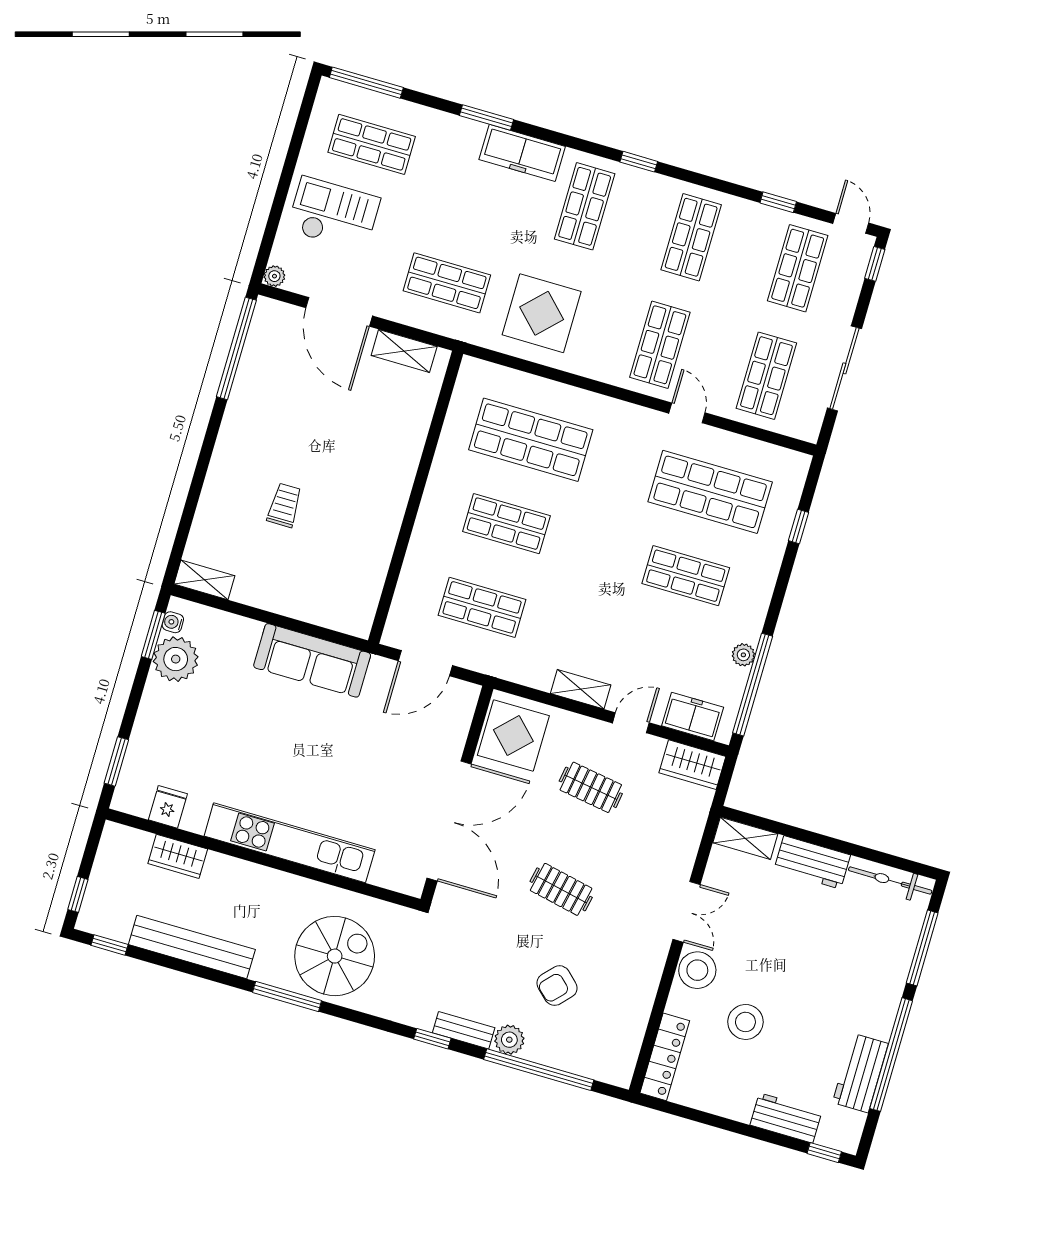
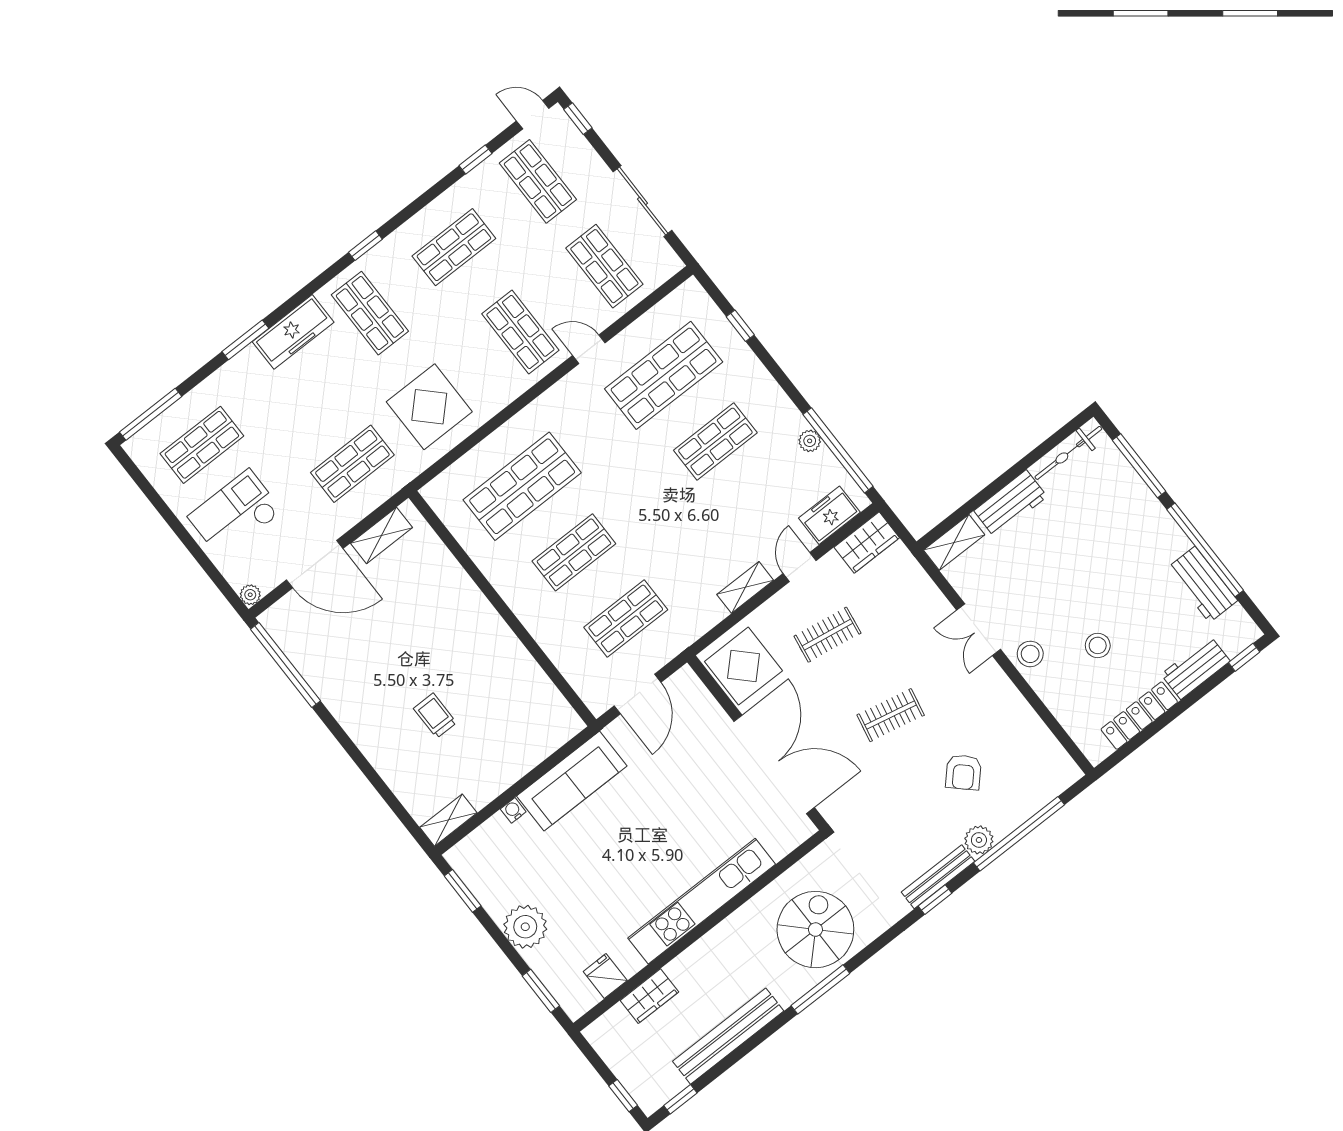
shop shelf: (691, 237) -> (454, 247), turned 90
water cooler: (173, 622) -> (513, 810), moved, turned 90
plant: (176, 659) -> (525, 927), moved
double door: (687, 912) -> (979, 630), swing flipped
stool: (697, 970) -> (1030, 654), width x0.73, depth x0.73
stool: (745, 1022) -> (1098, 645), width x0.73, depth x0.73
bench: (464, 1030) -> (938, 877), width x1.36
locker: (665, 1057) -> (1139, 716), moved, turned -90

